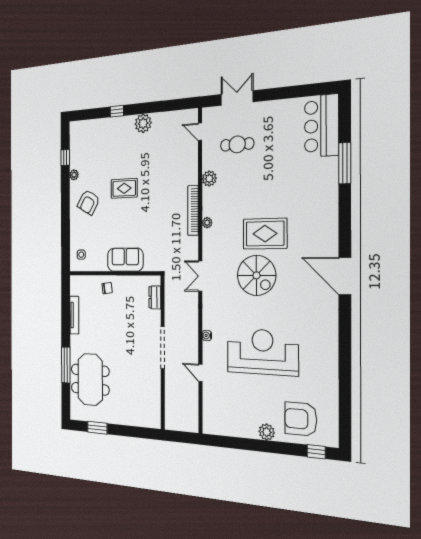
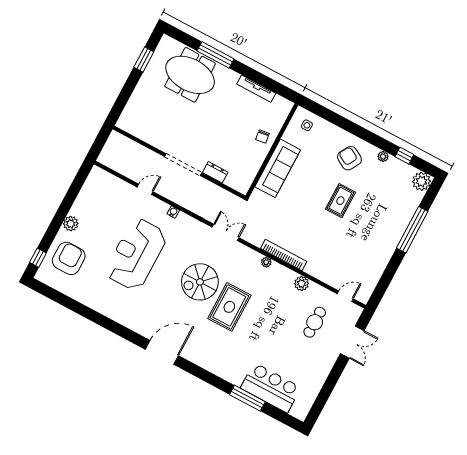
window: (117, 111) -> (412, 230), width x3.17
plant: (143, 123) -> (421, 181), moved
bar counter: (321, 126) -> (271, 388), moved
sofa: (125, 260) -> (278, 168), width x1.36
dresser: (155, 297) -> (215, 172), moved
reception desk: (262, 352) -> (136, 254), turned 180

